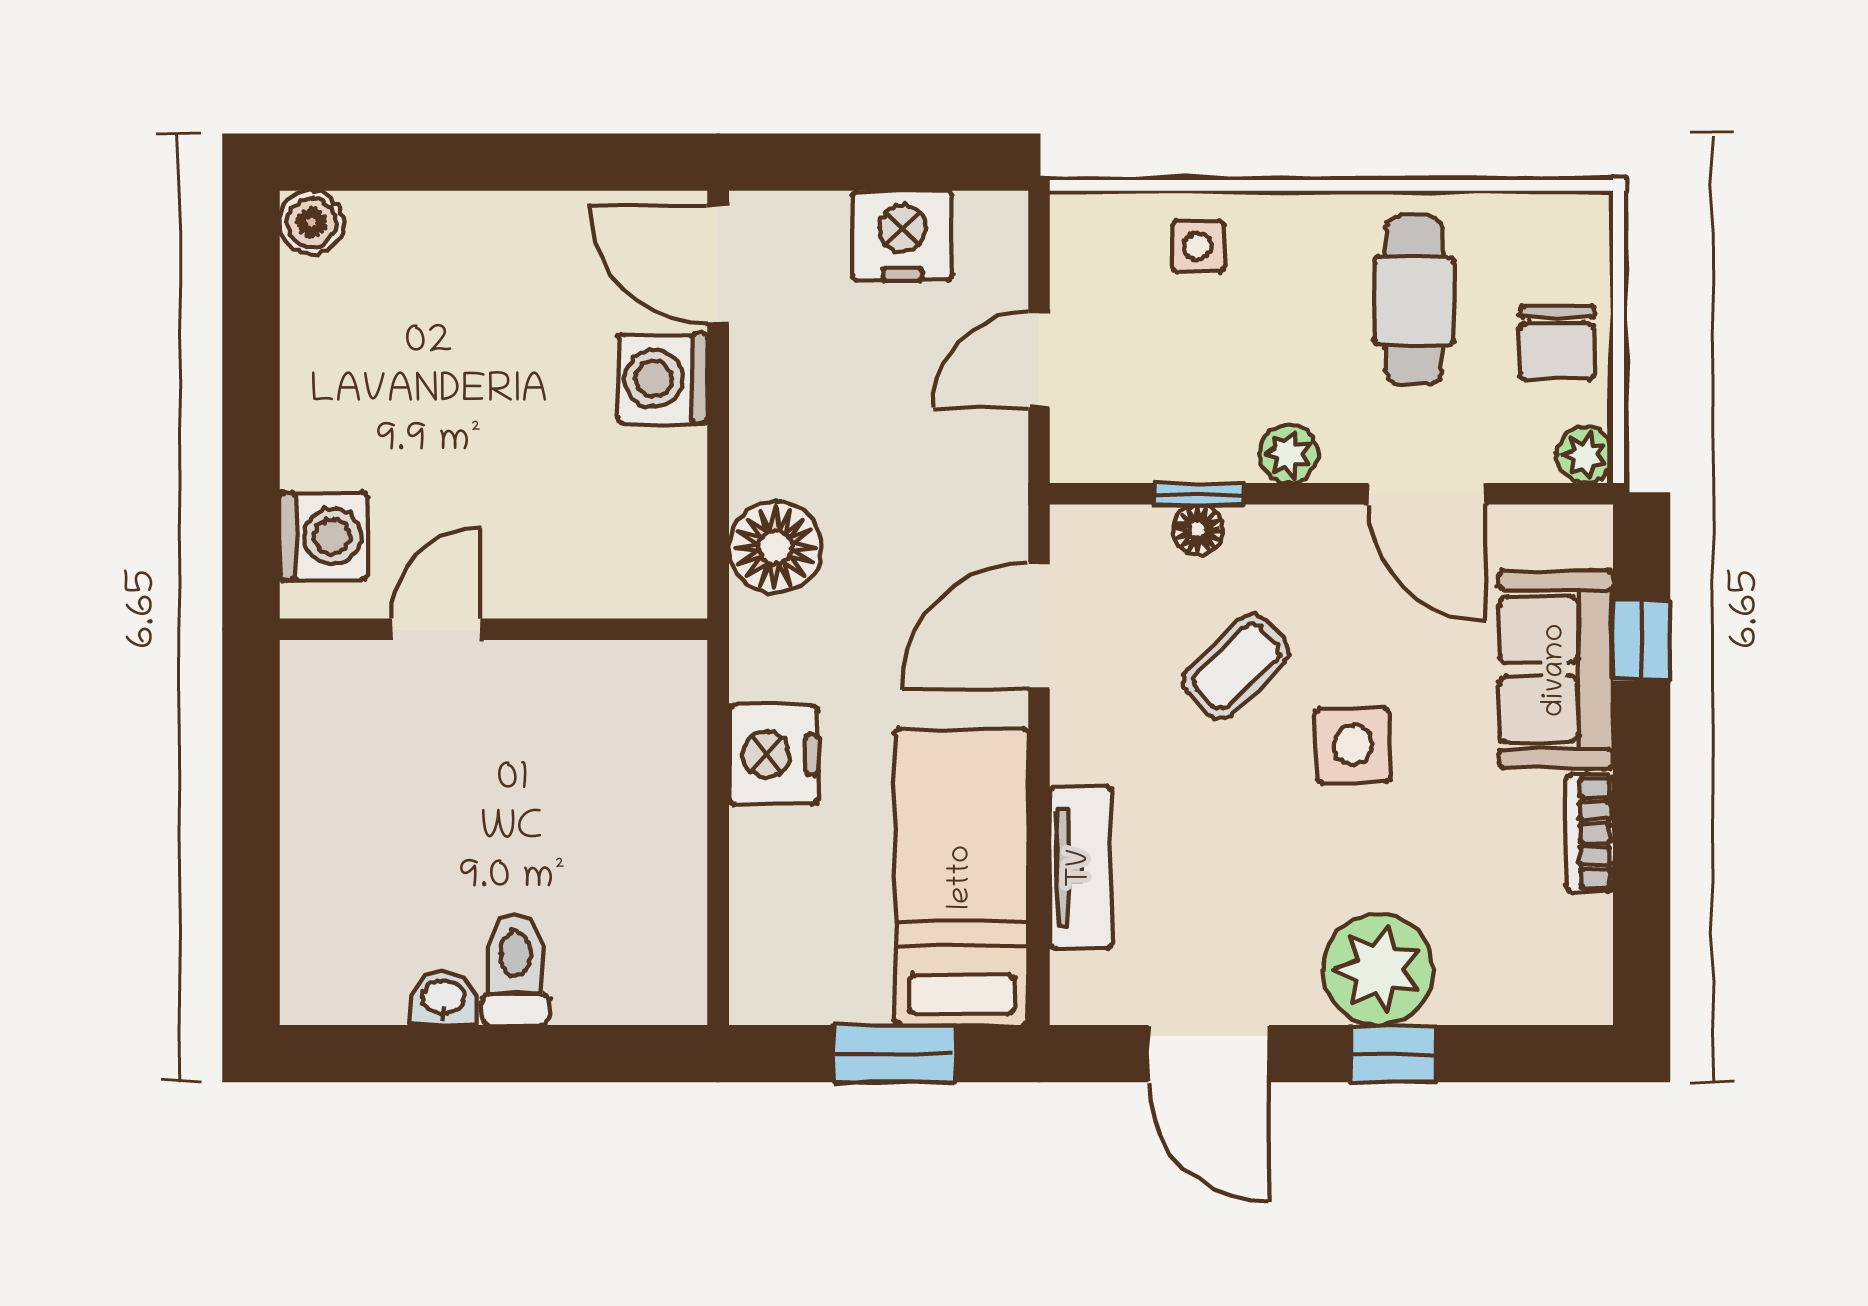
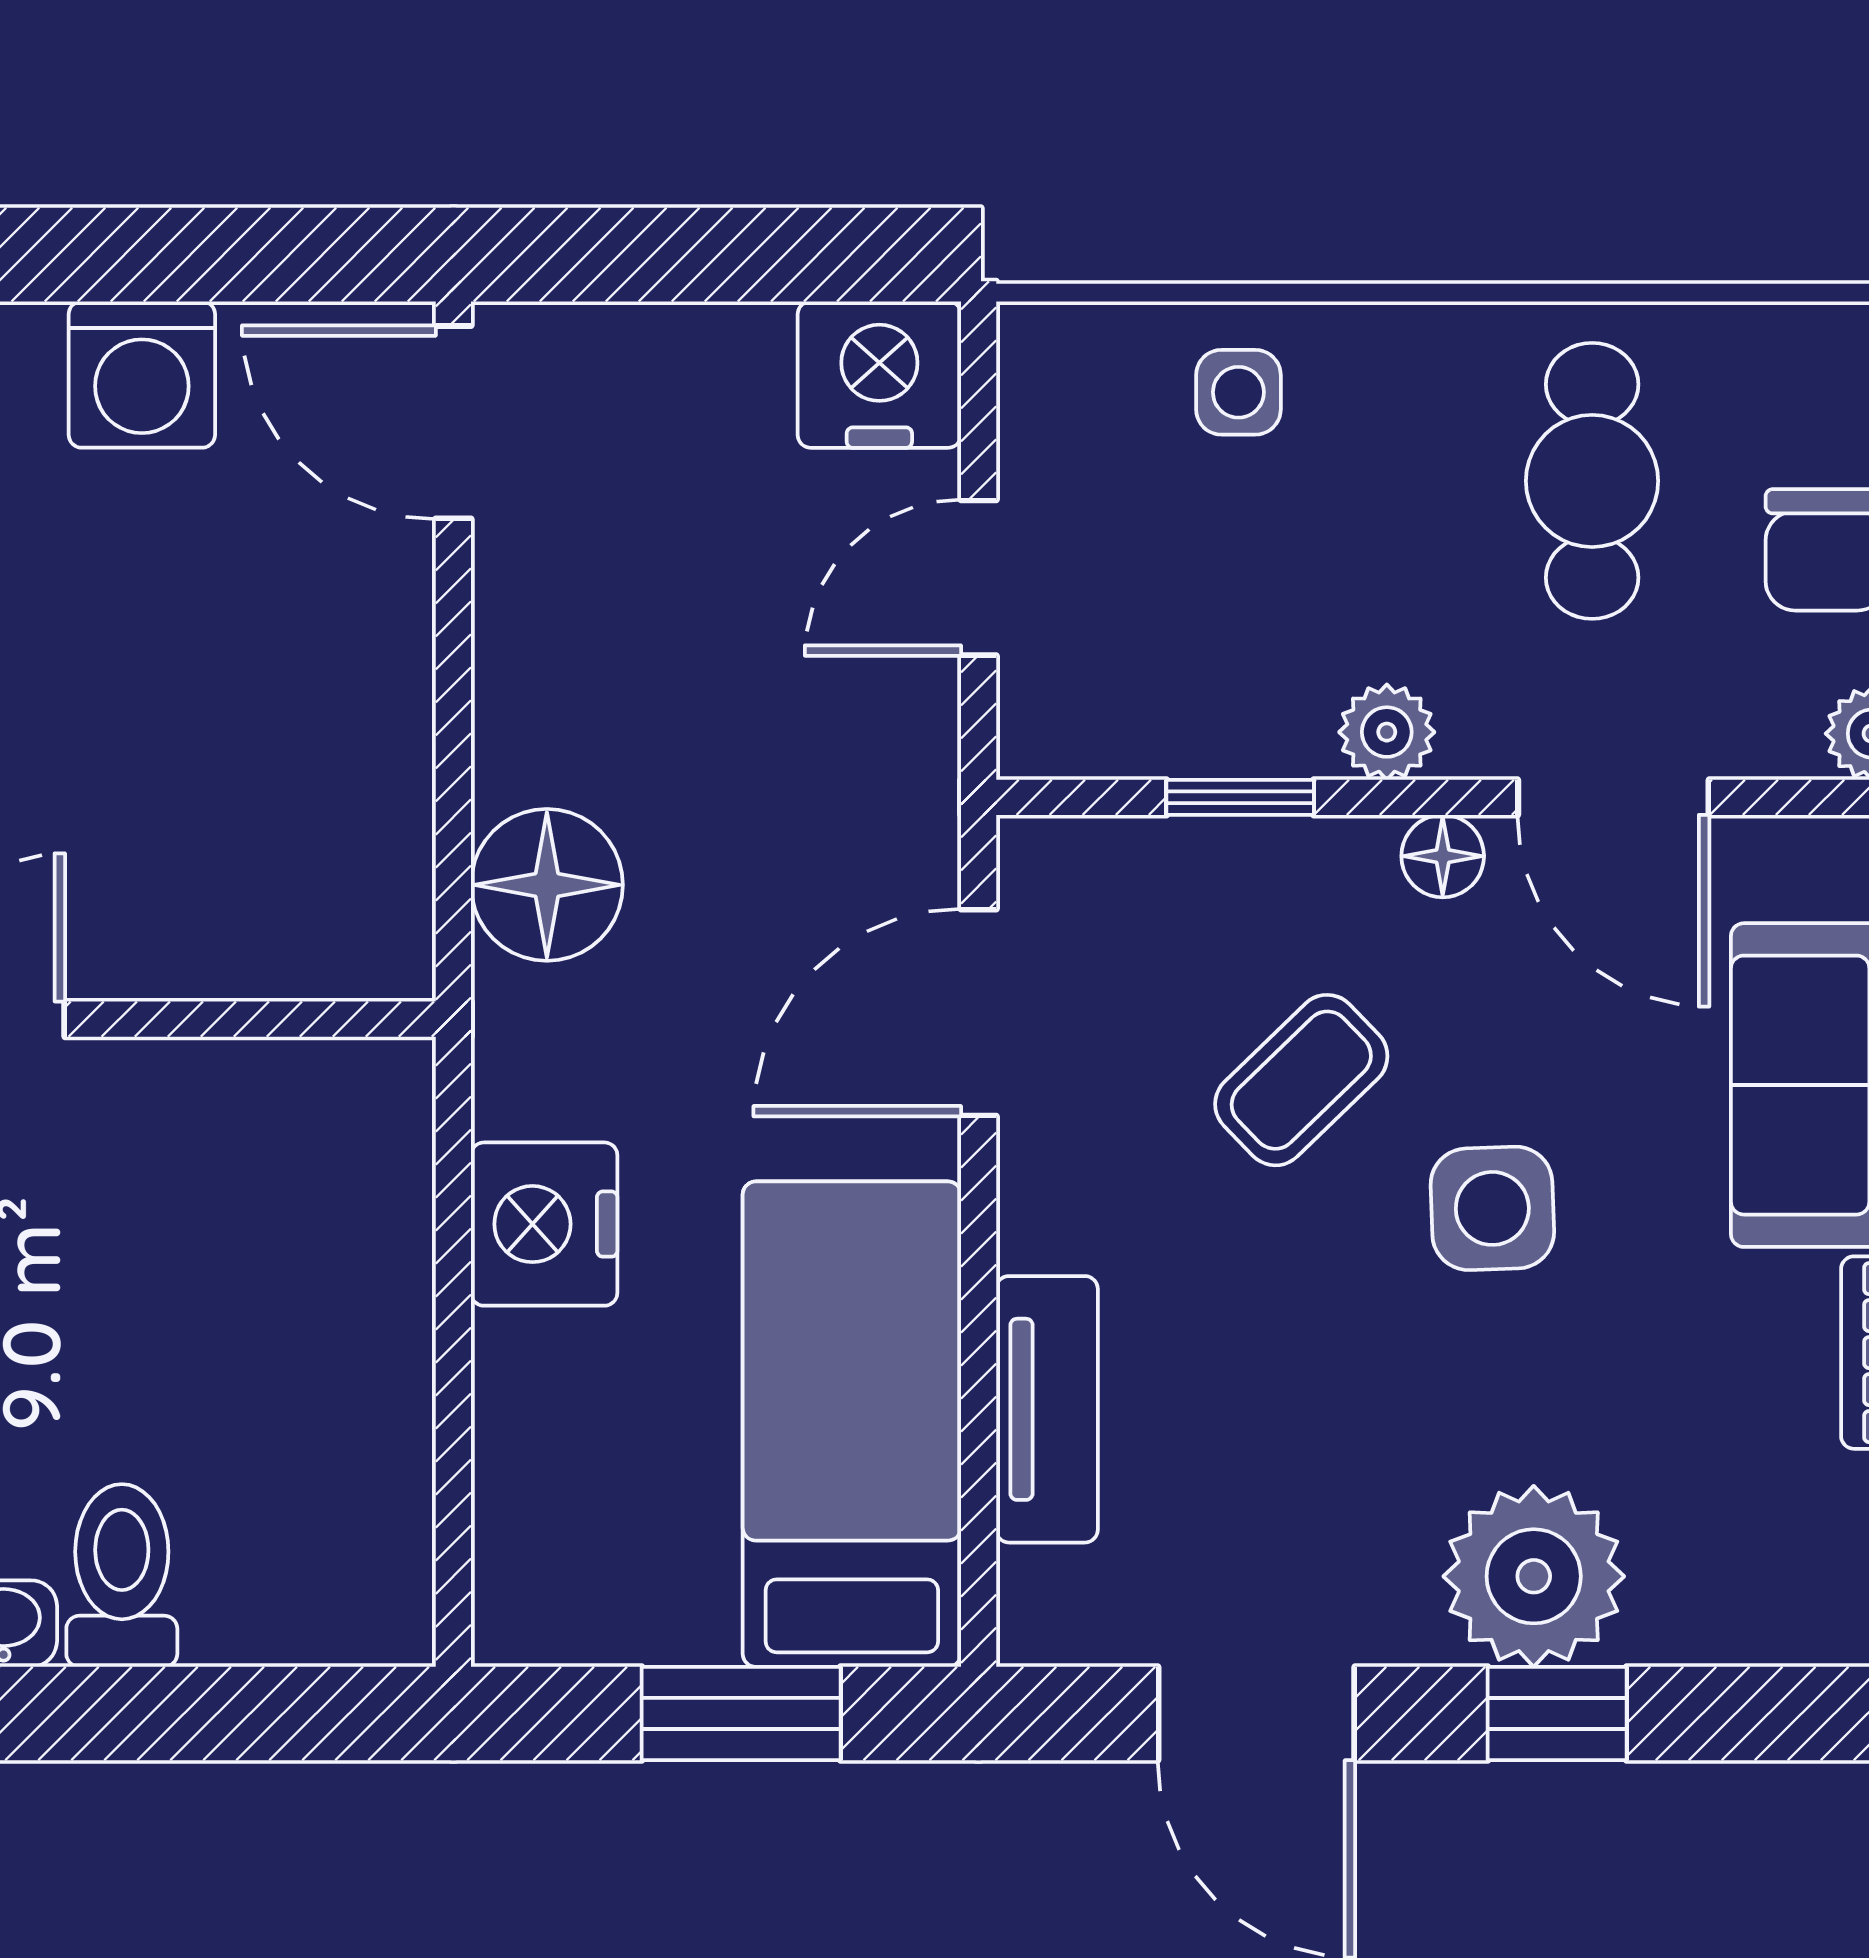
nightstand: (902, 235) -> (879, 375), moved
washing machine: (663, 378) -> (142, 375), moved, turned -90
floor lamp: (1198, 530) -> (1443, 856), moved

